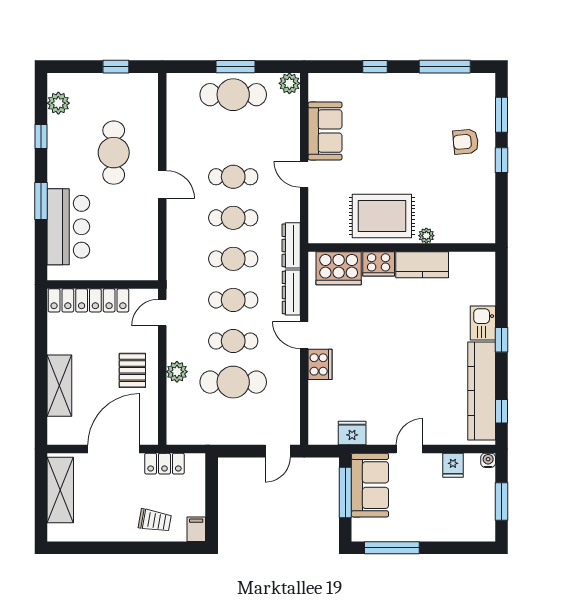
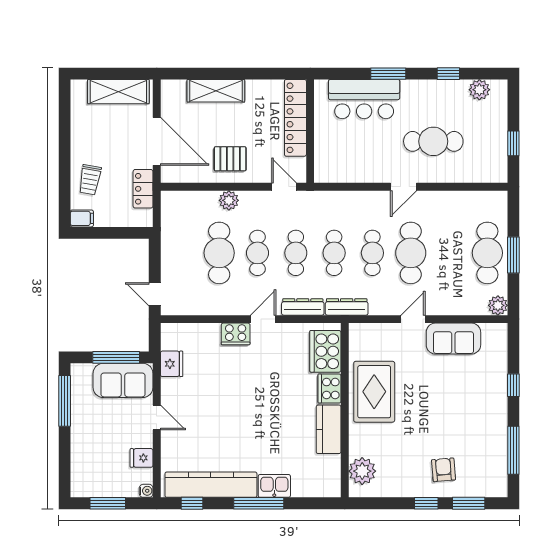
cafe table: (233, 177) -> (411, 253), width x1.37, depth x1.35
plant: (426, 236) -> (362, 471), moved, width x1.87, depth x1.87
window: (501, 340) -> (259, 503), width x2.17

